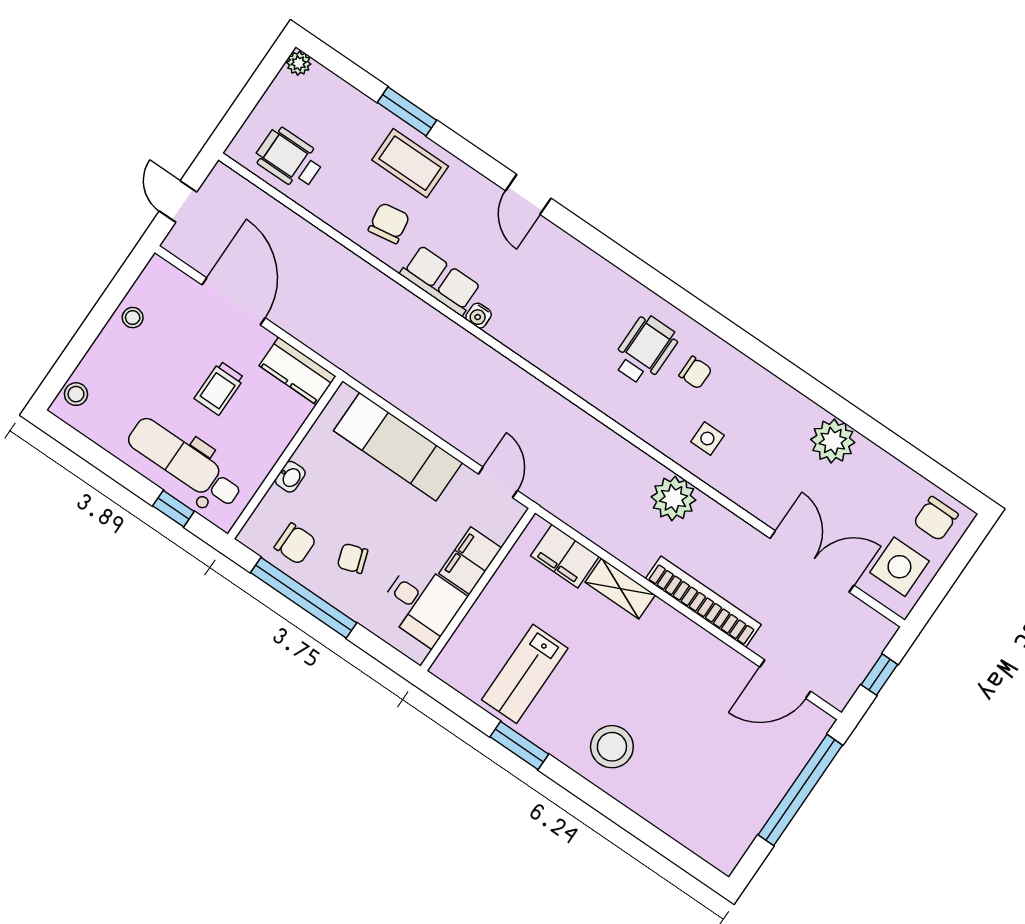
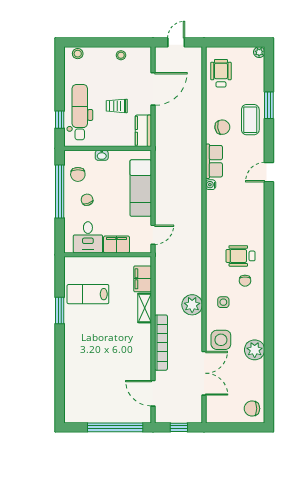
wheelchair: (645, 350) -> (241, 256), turned 180
side table: (899, 567) -> (221, 340), moved
stool: (612, 747) -> (83, 346), removed

